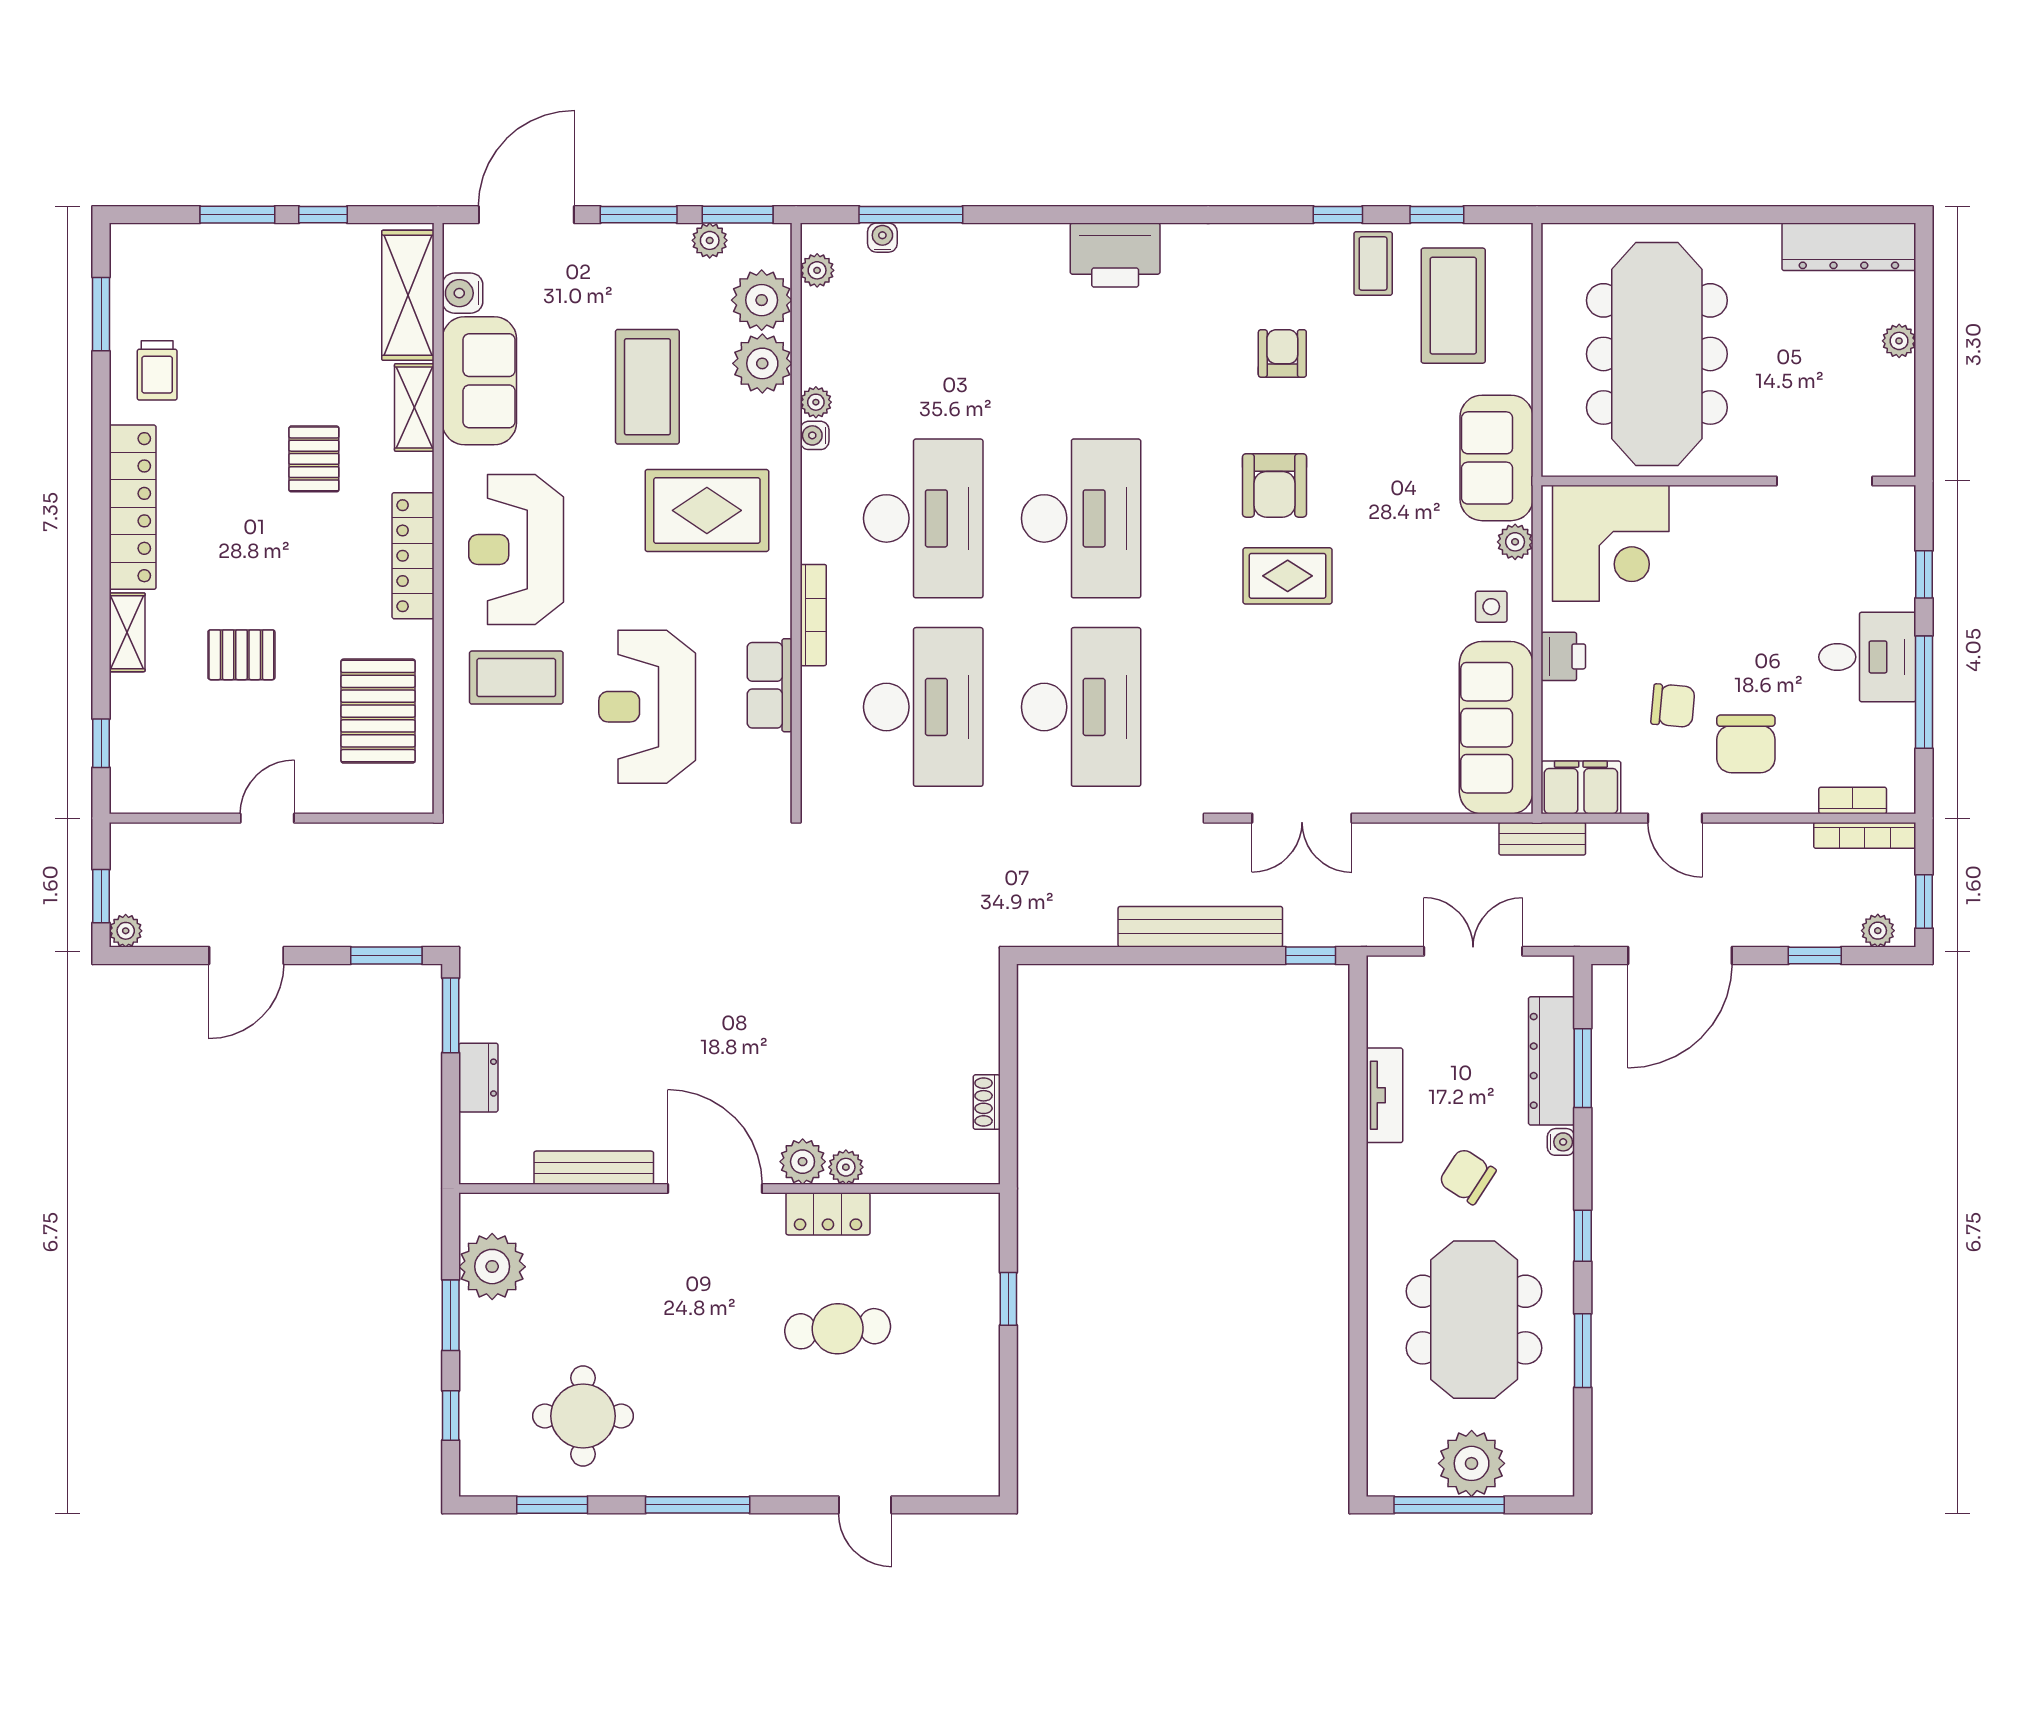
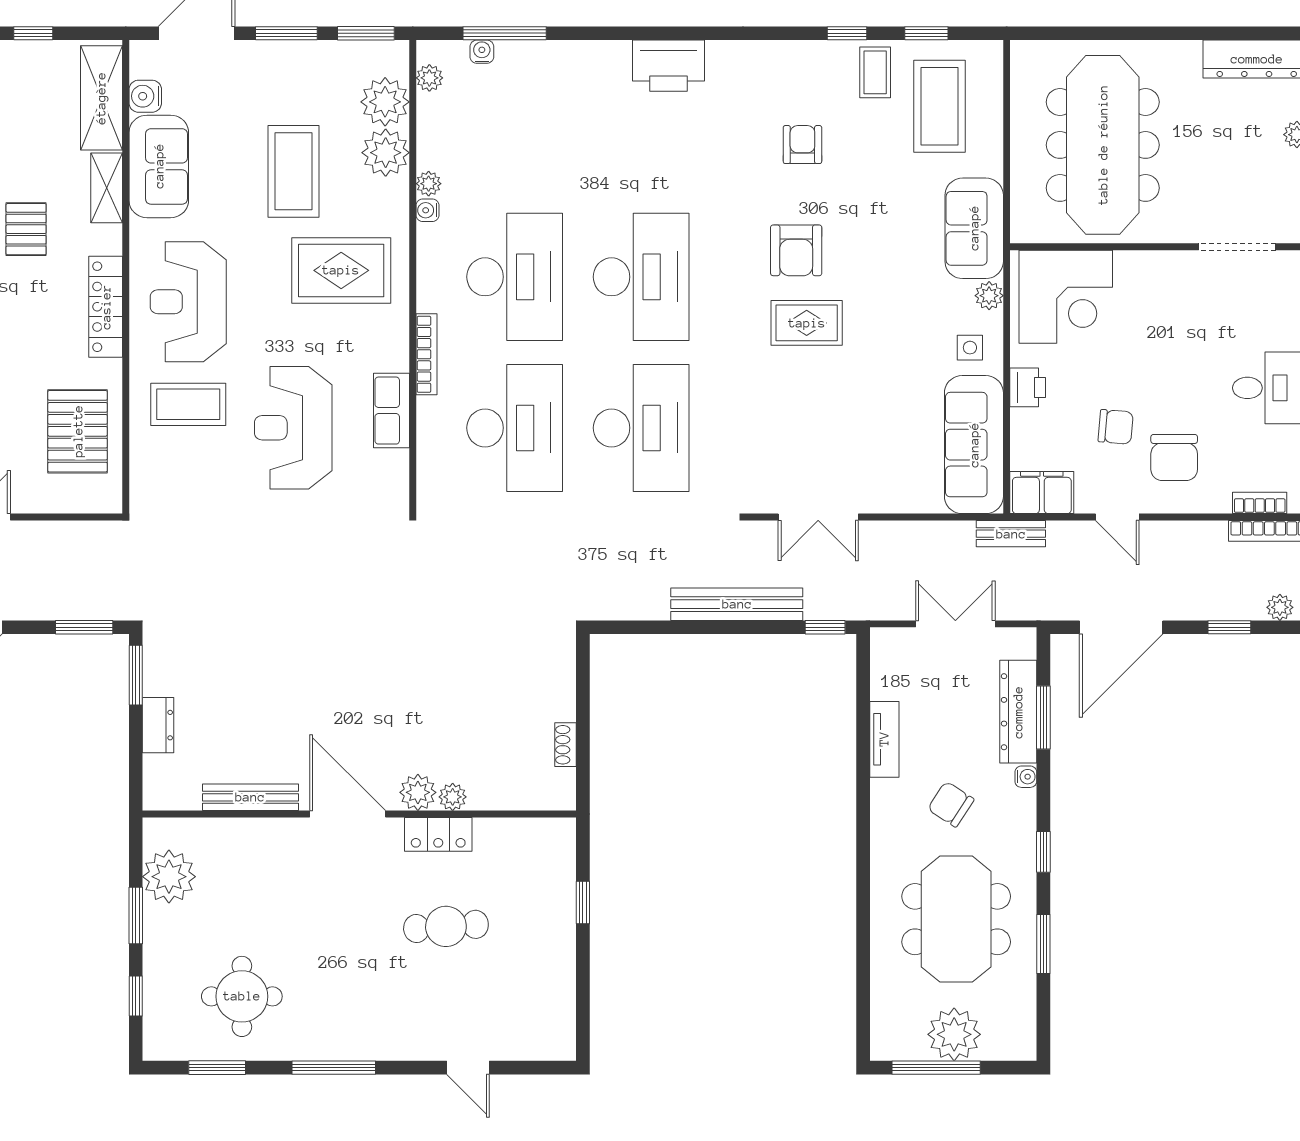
plant: (710, 240) -> (343, 54), removed

